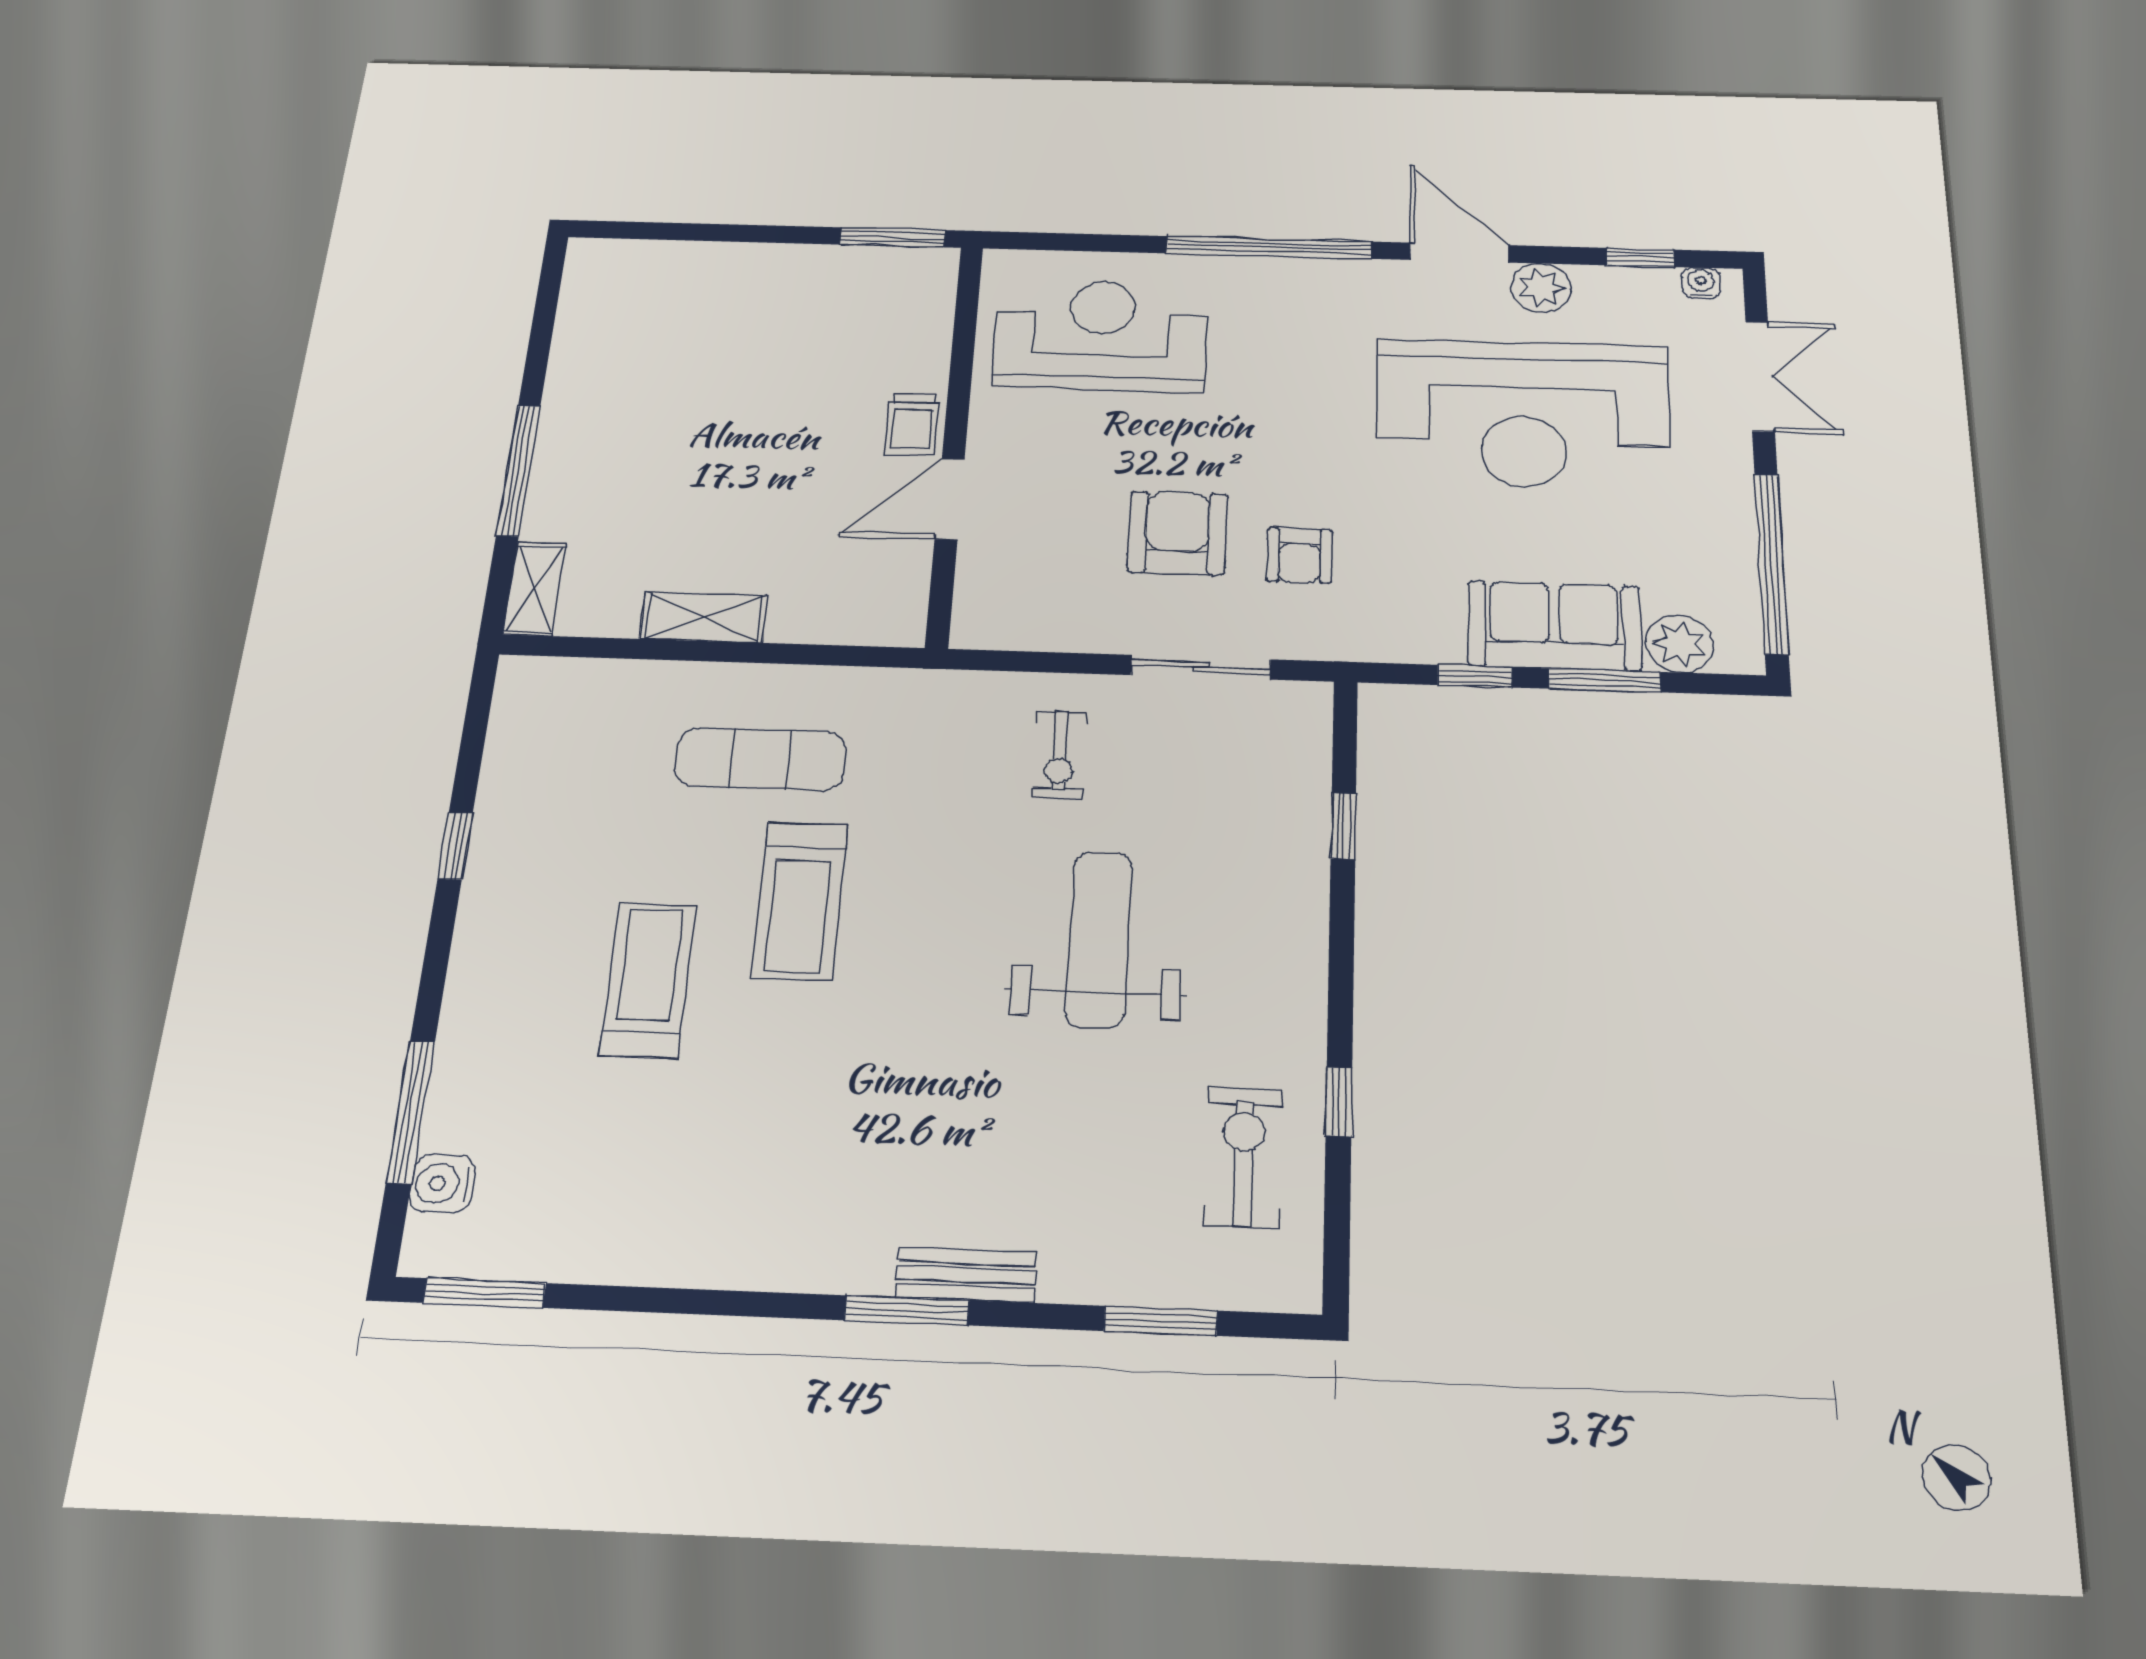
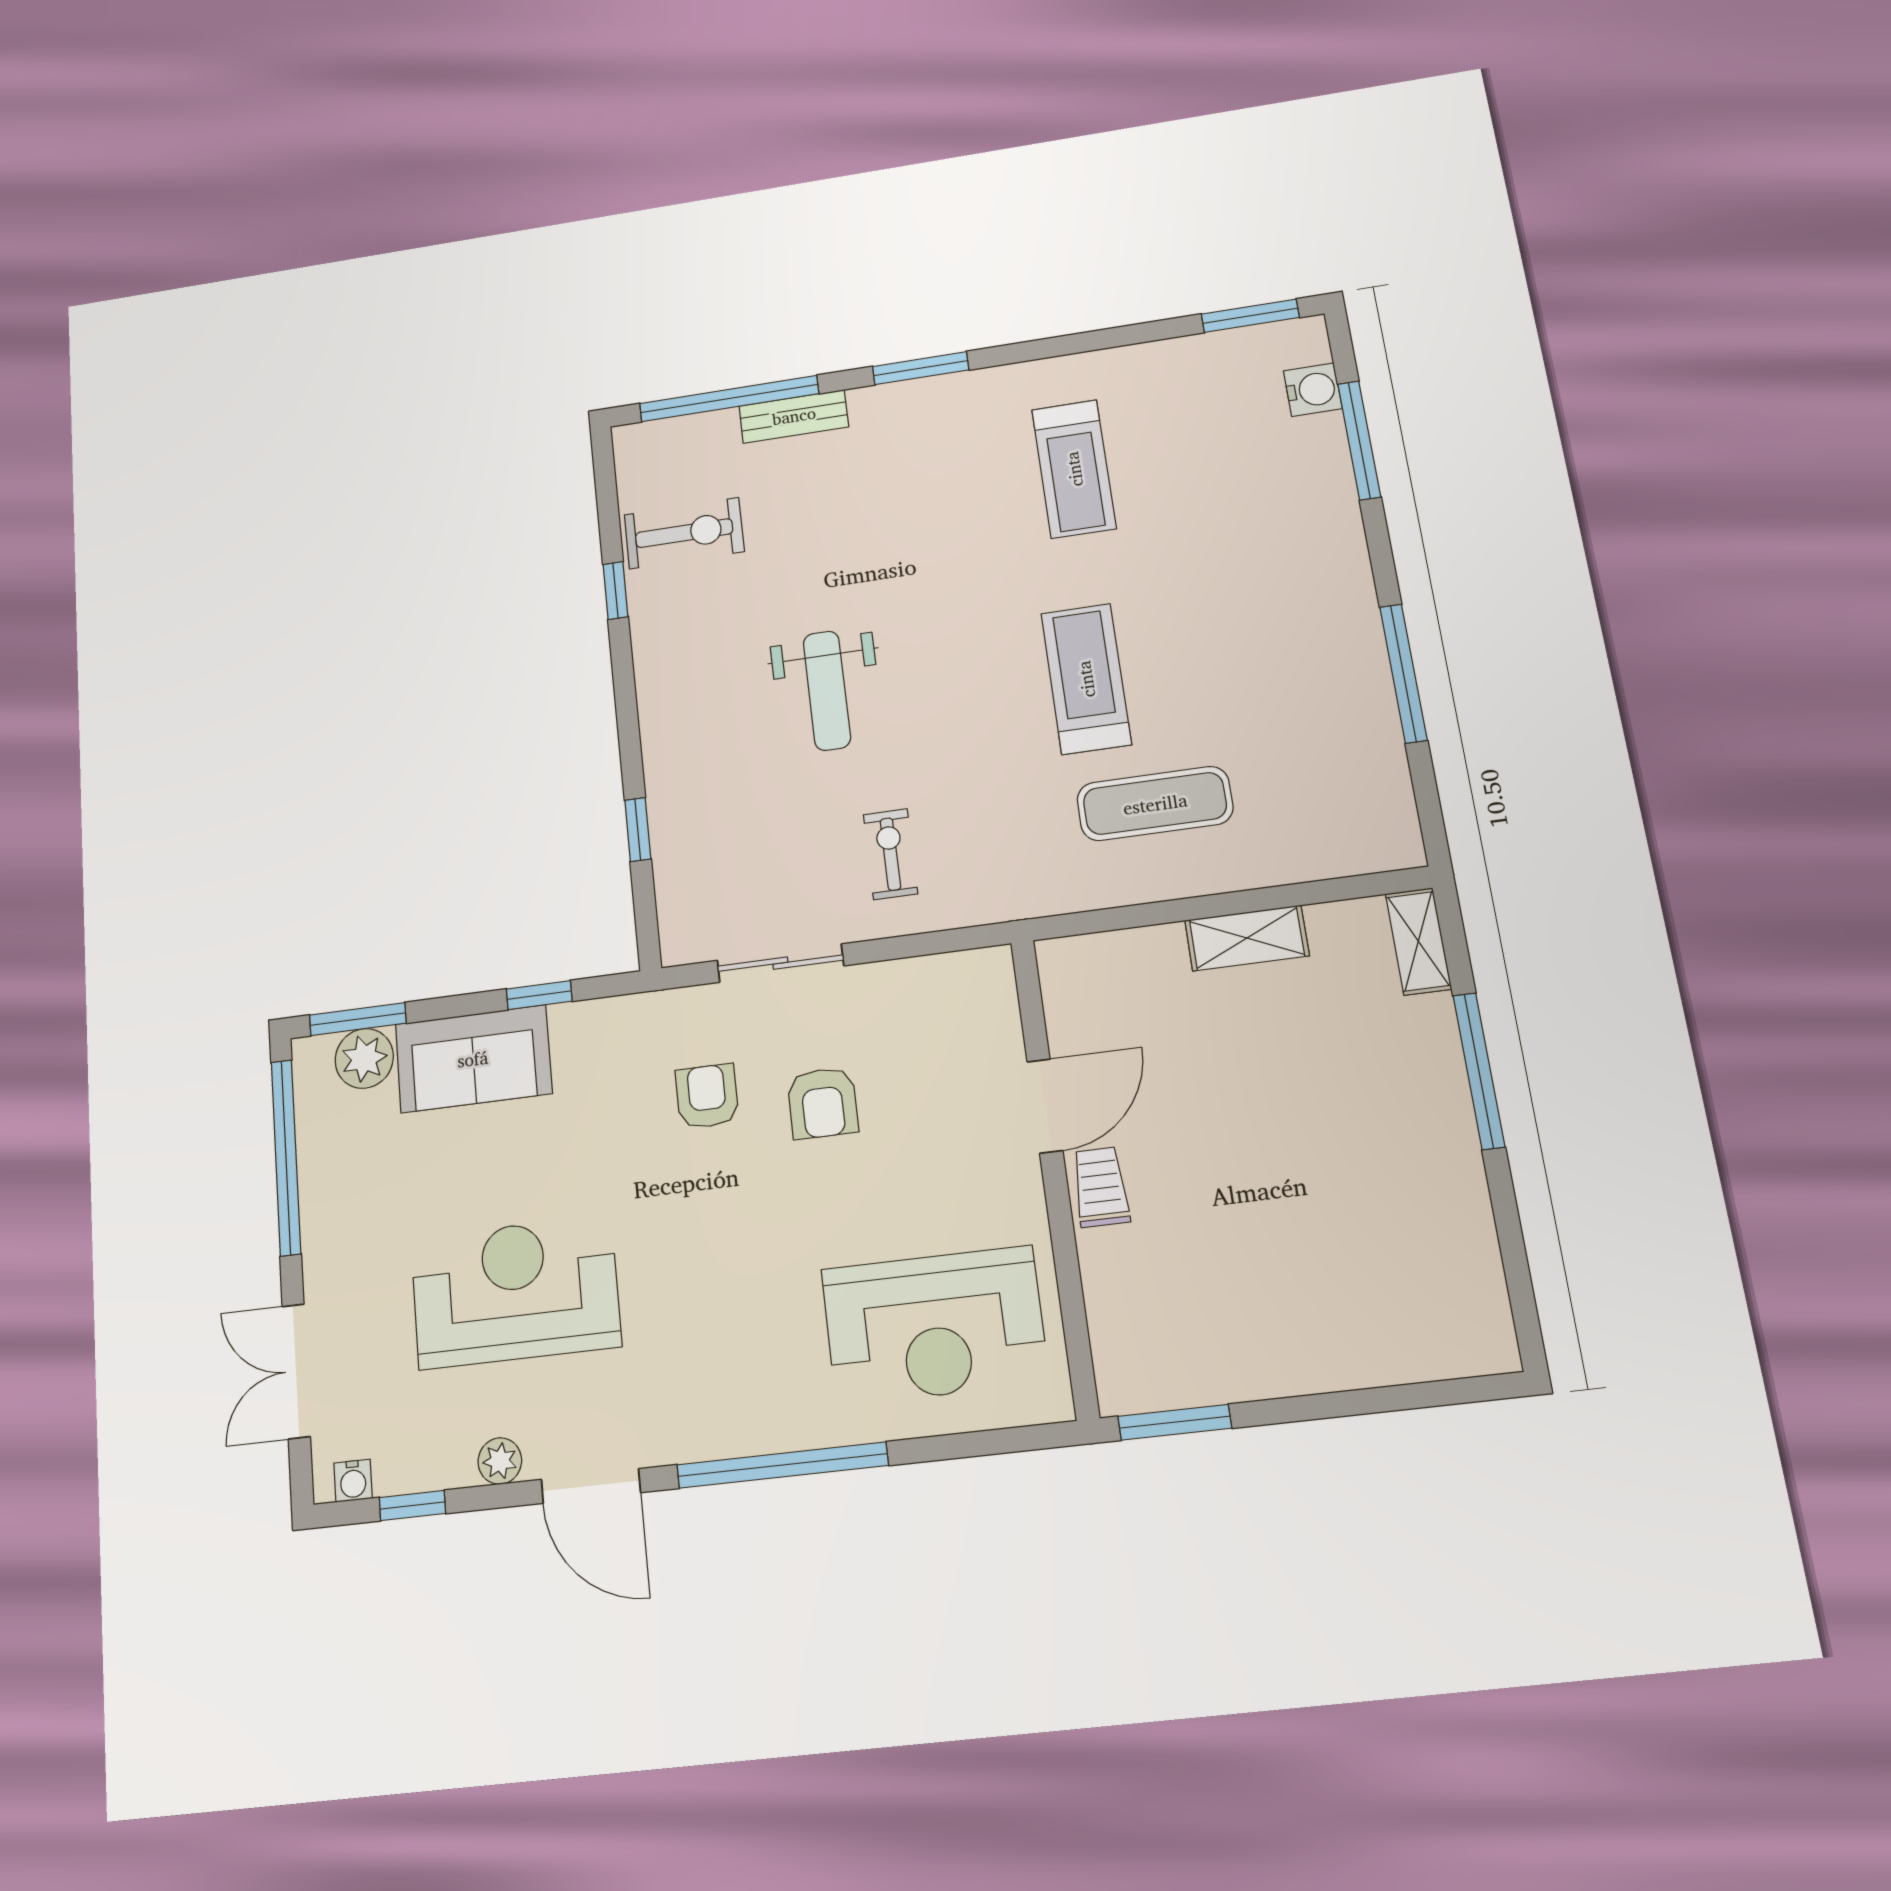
plant: (1541, 288) -> (500, 1461), width x0.73, depth x0.73
reception desk: (1523, 414) -> (515, 1292), width x0.74, depth x0.77
armchair: (1178, 533) -> (823, 1103), width x0.72, depth x0.72
window: (1604, 680) -> (358, 1019), moved
window: (455, 846) -> (1403, 673), width x2.17
weight bench: (1099, 939) -> (827, 691), width x0.73, depth x0.75
treadmill: (648, 979) -> (1074, 469), moved
exercise bike: (1243, 1157) -> (684, 533), turned -90
bench: (966, 1275) -> (794, 416), moved
window: (1161, 1321) -> (729, 399), width x2.11

